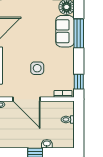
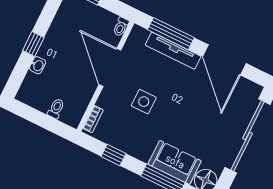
window: (79, 82) -> (114, 155), moved
door: (26, 99) -> (110, 67), hinge flipped

